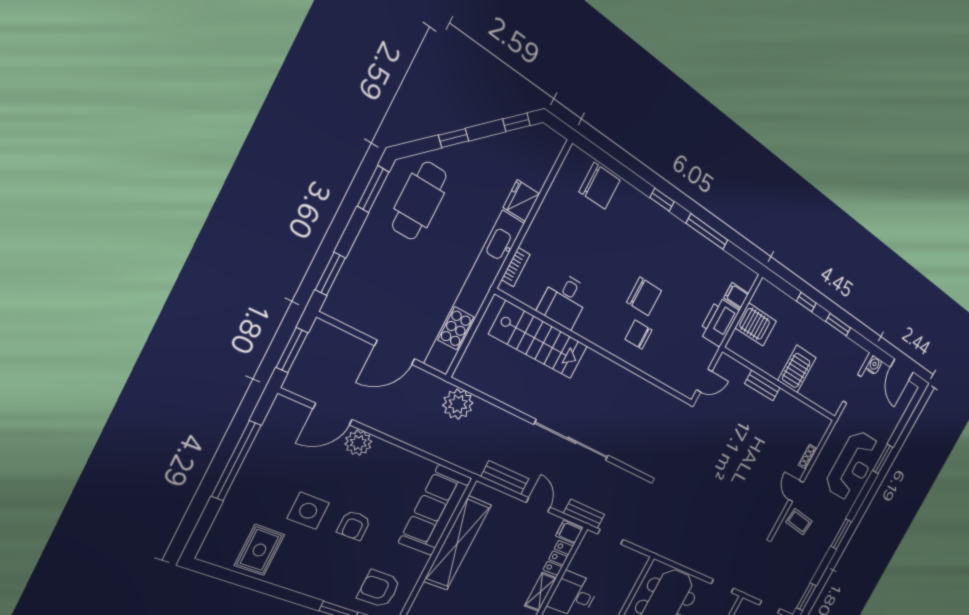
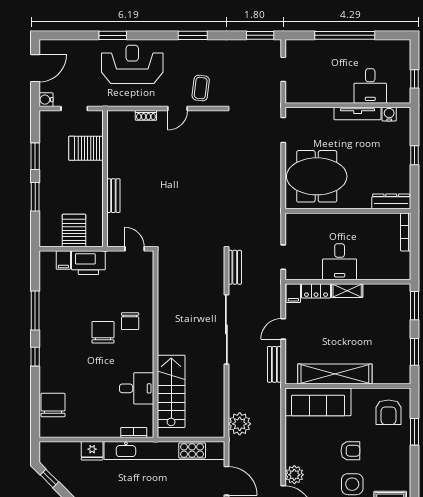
window: (806, 302) -> (35, 197), width x1.50
server rack: (797, 369) -> (86, 148), moved
bench: (584, 514) -> (235, 267), moved

